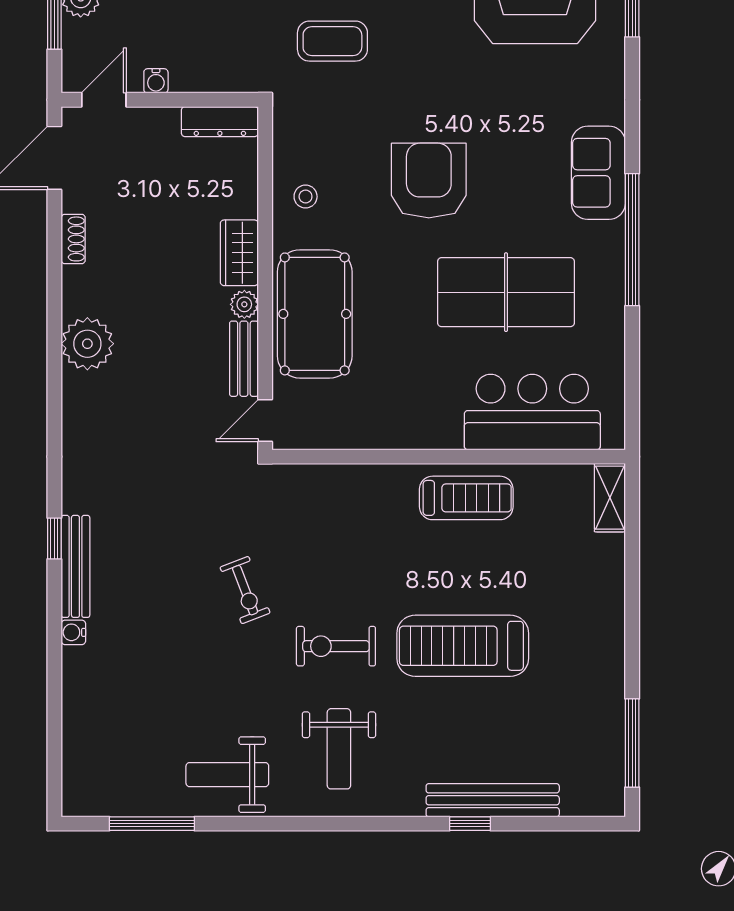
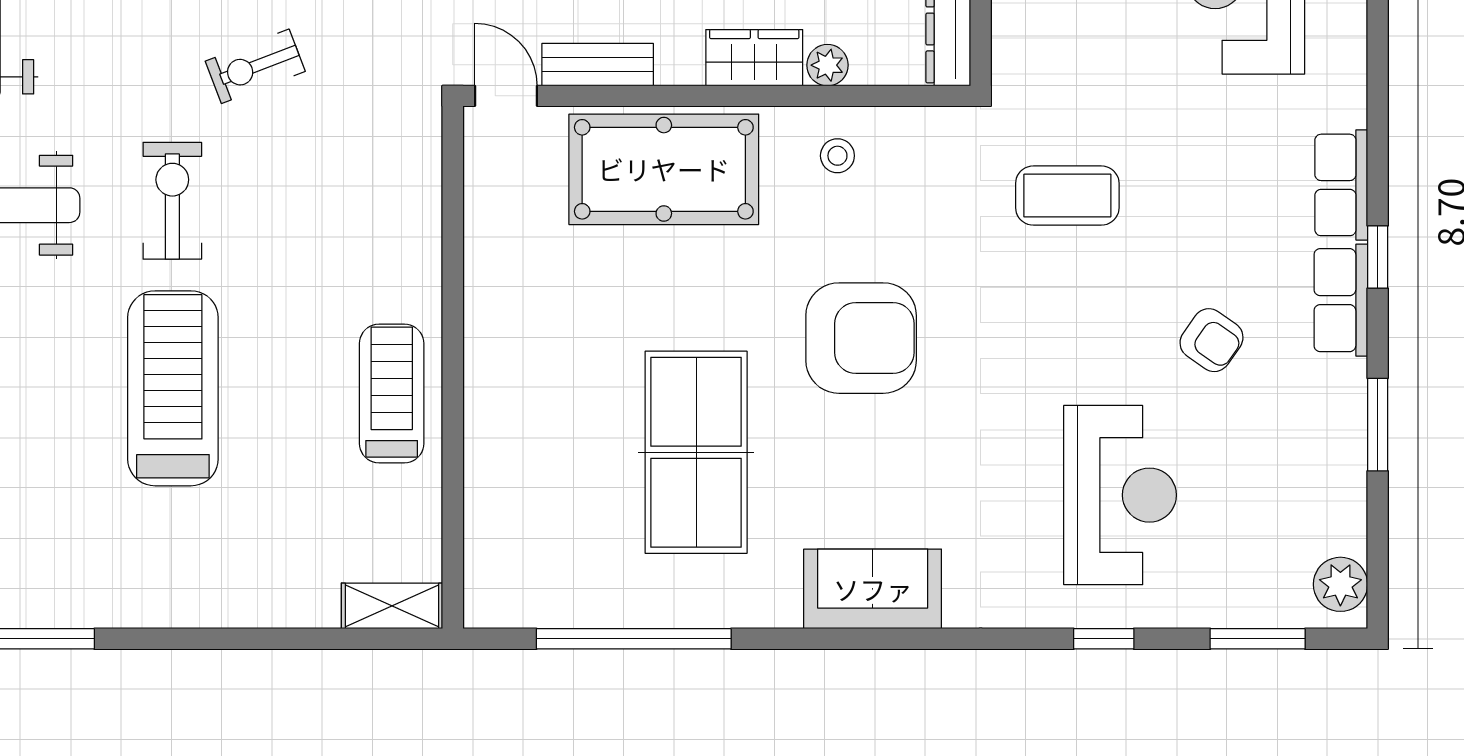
coffee table: (332, 41) -> (1067, 196), turned 90
window: (632, 240) -> (634, 639), moved
plant: (244, 304) -> (827, 65), moved
bar counter: (532, 412) -> (519, 491), removed
treadmill: (466, 498) -> (392, 394), turned 180

